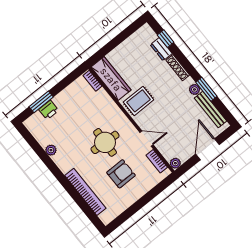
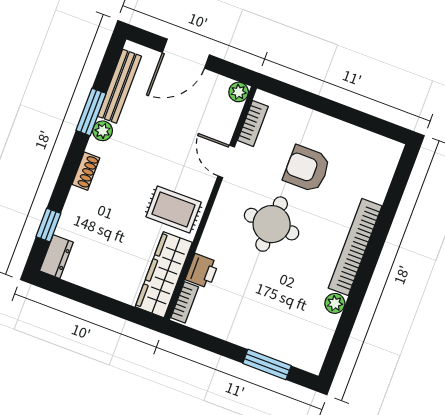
dresser: (161, 49) -> (56, 257), moved
shoe rack: (178, 68) -> (86, 171), width x0.70
printer: (49, 110) -> (202, 271), moved, turned 90
bookcase: (85, 192) -> (355, 247), moved

